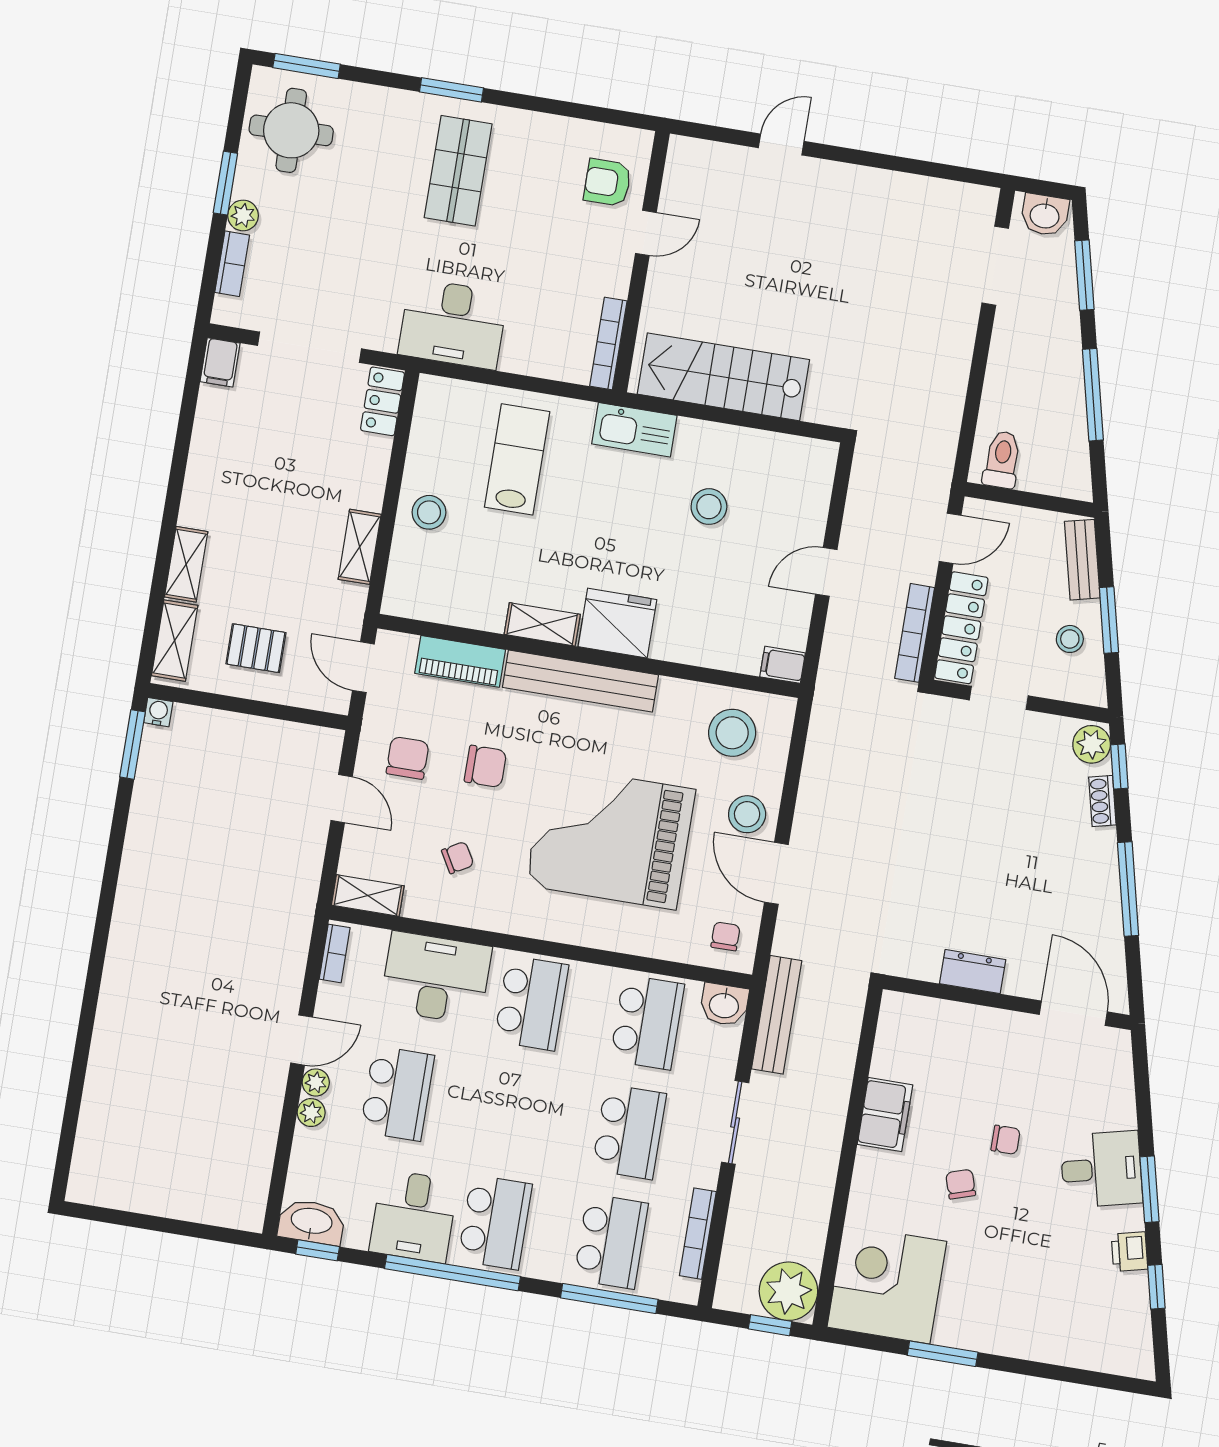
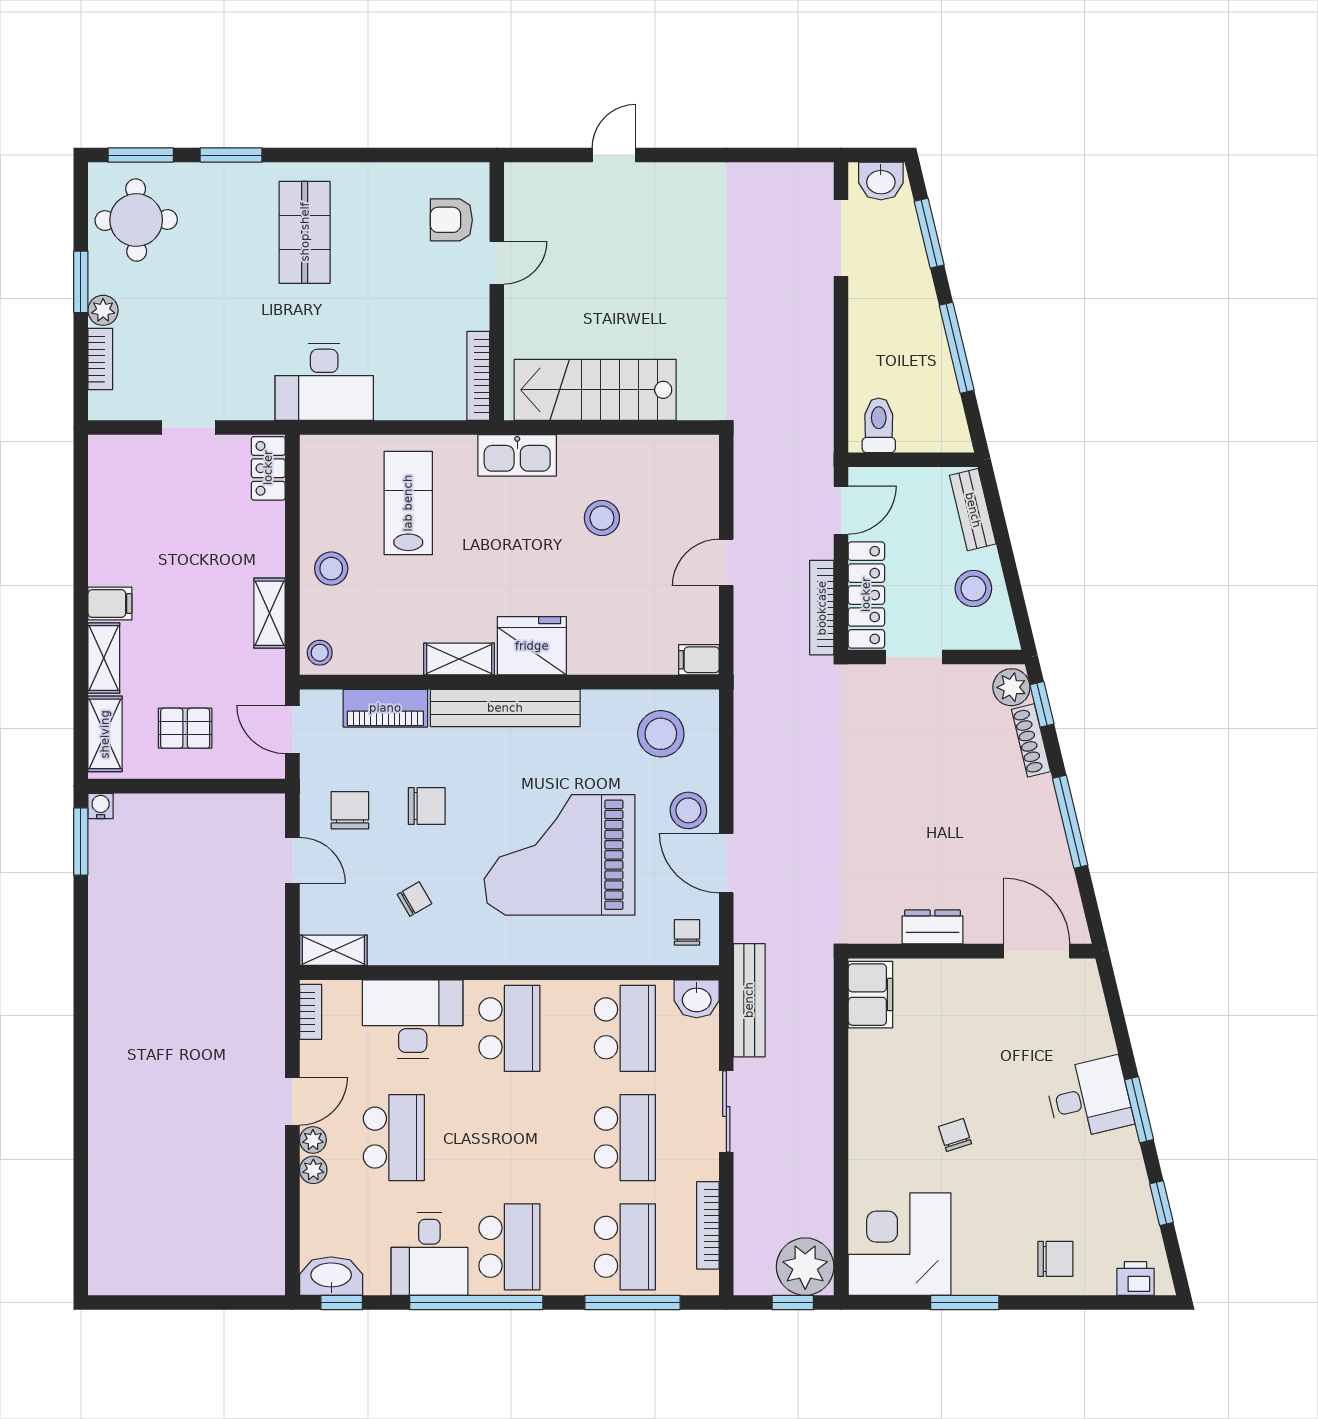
window: (452, 90) -> (231, 155), moved
doorway: (310, 347) -> (189, 428), width x0.53
filing cabinet: (220, 362) -> (110, 604), moved, turned -90
stool: (403, 595) -> (320, 653), added
window: (1109, 620) -> (1008, 564), removed
stool: (1070, 639) -> (973, 589), width x1.37, depth x1.37
shoe rack: (1102, 801) -> (1031, 740), width x1.43
filing cabinet: (885, 1115) -> (870, 995), moved
chair: (1006, 1140) -> (1055, 1259), moved, width x1.37, depth x1.37
printer: (1129, 1252) -> (1135, 1278), moved, turned 103

